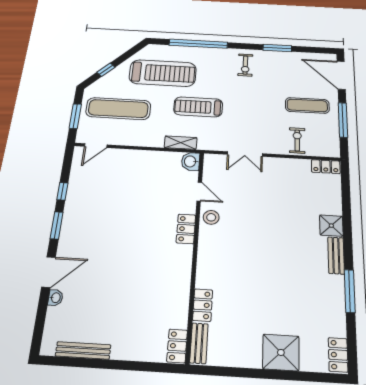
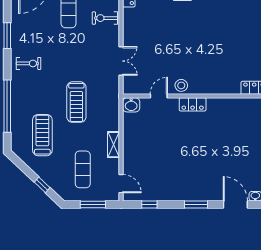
treadmill: (163, 73) -> (42, 135), width x0.73, depth x0.73
exercise mat: (118, 109) -> (83, 169), width x0.73, depth x0.69
shelving: (181, 143) -> (114, 145), moved
window: (62, 191) -> (149, 205), moved

